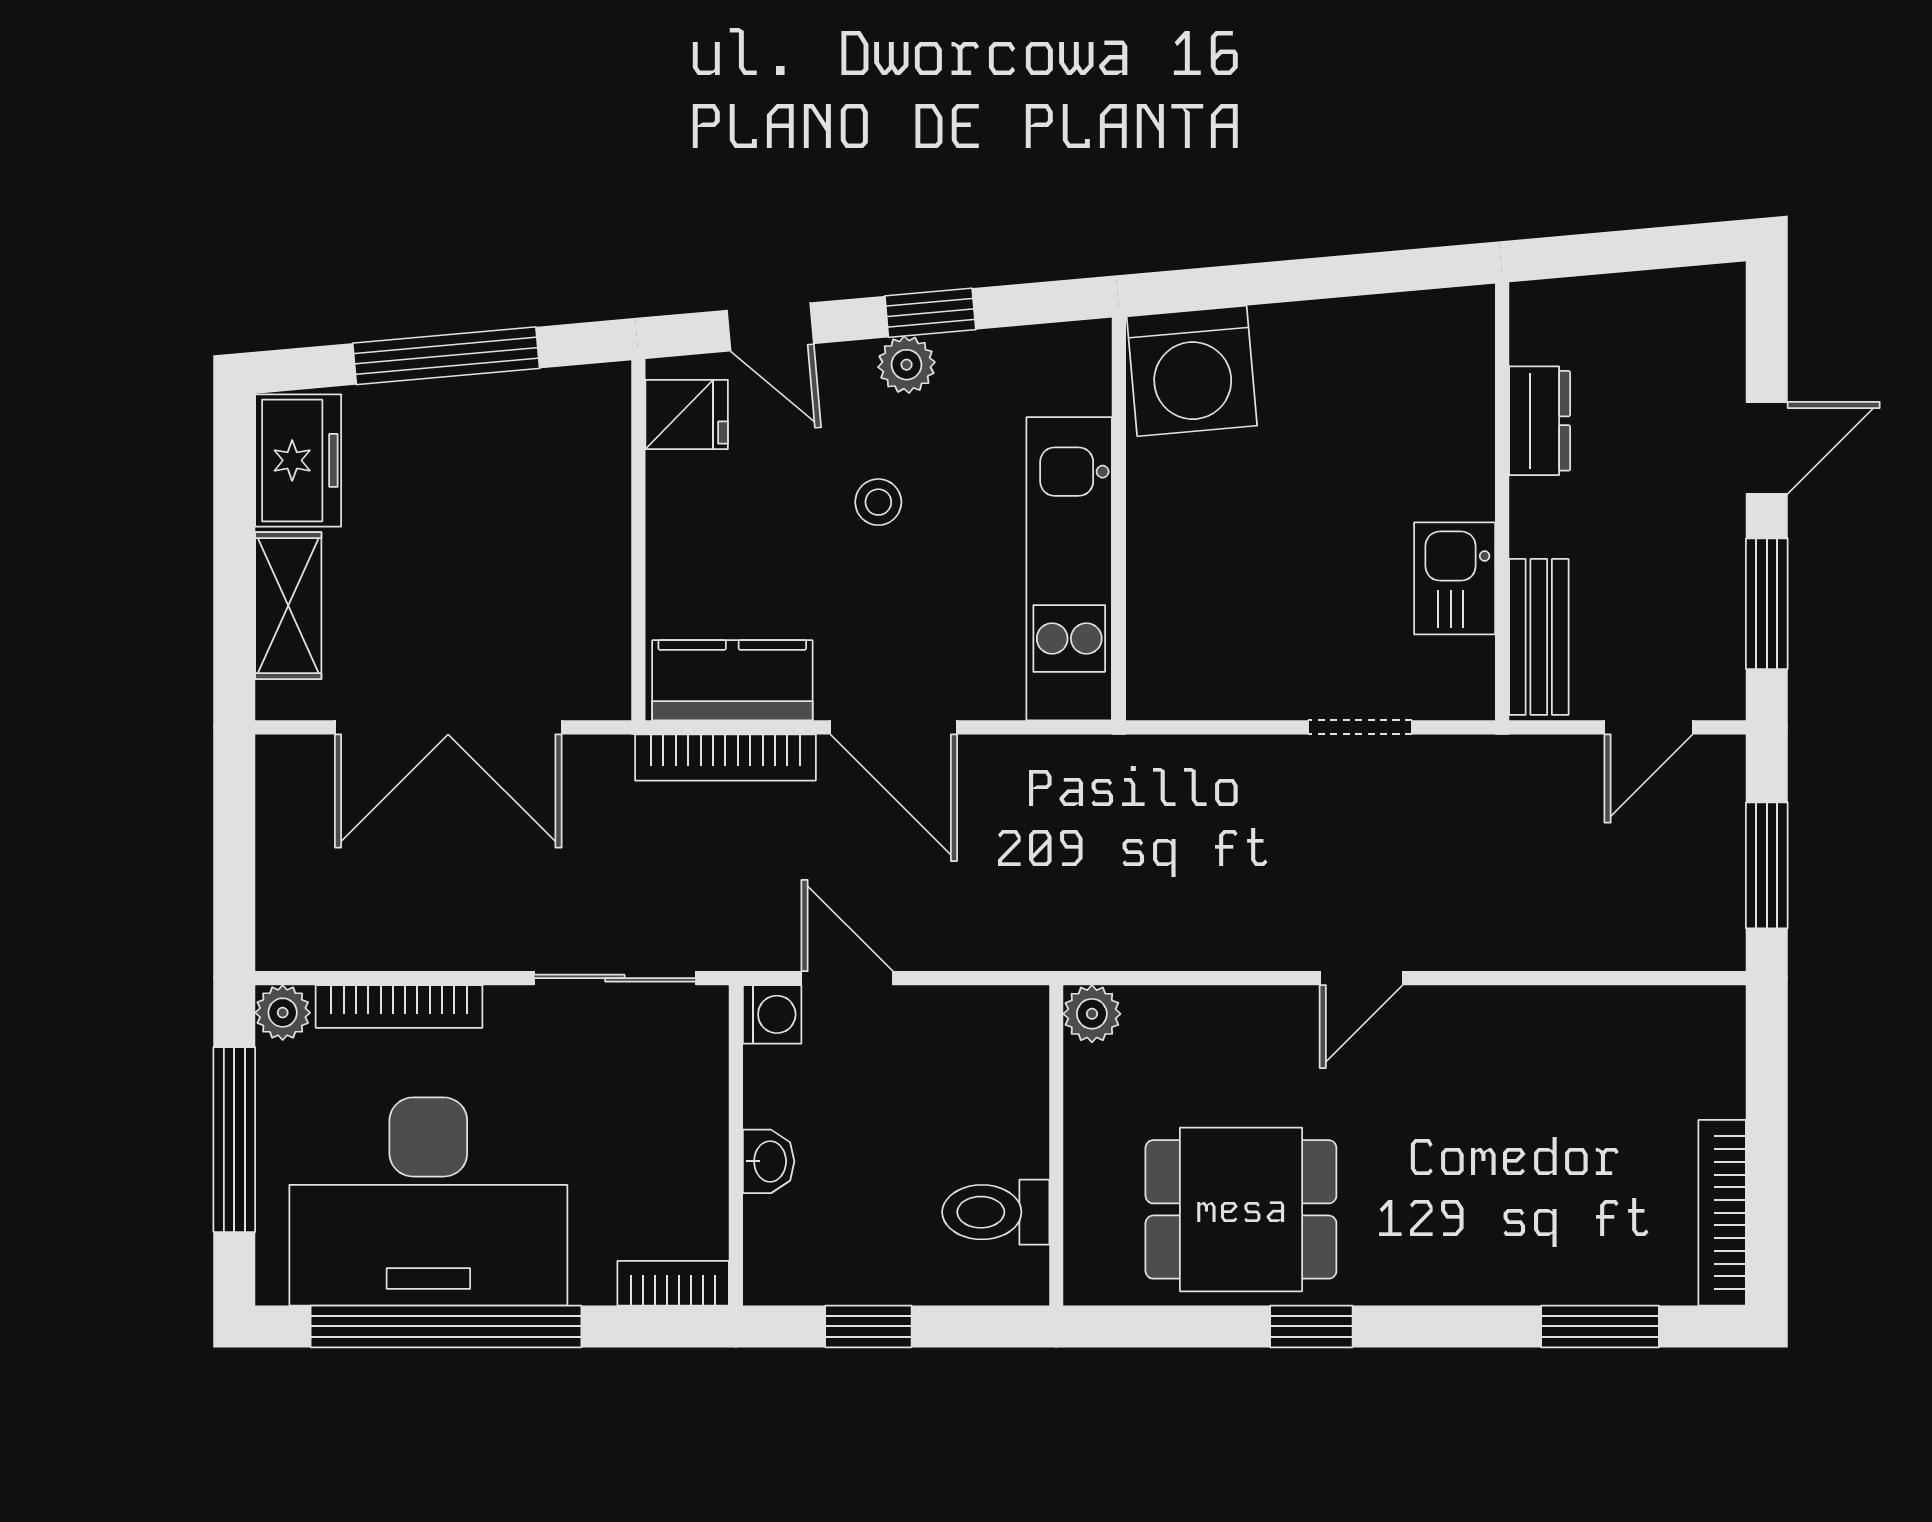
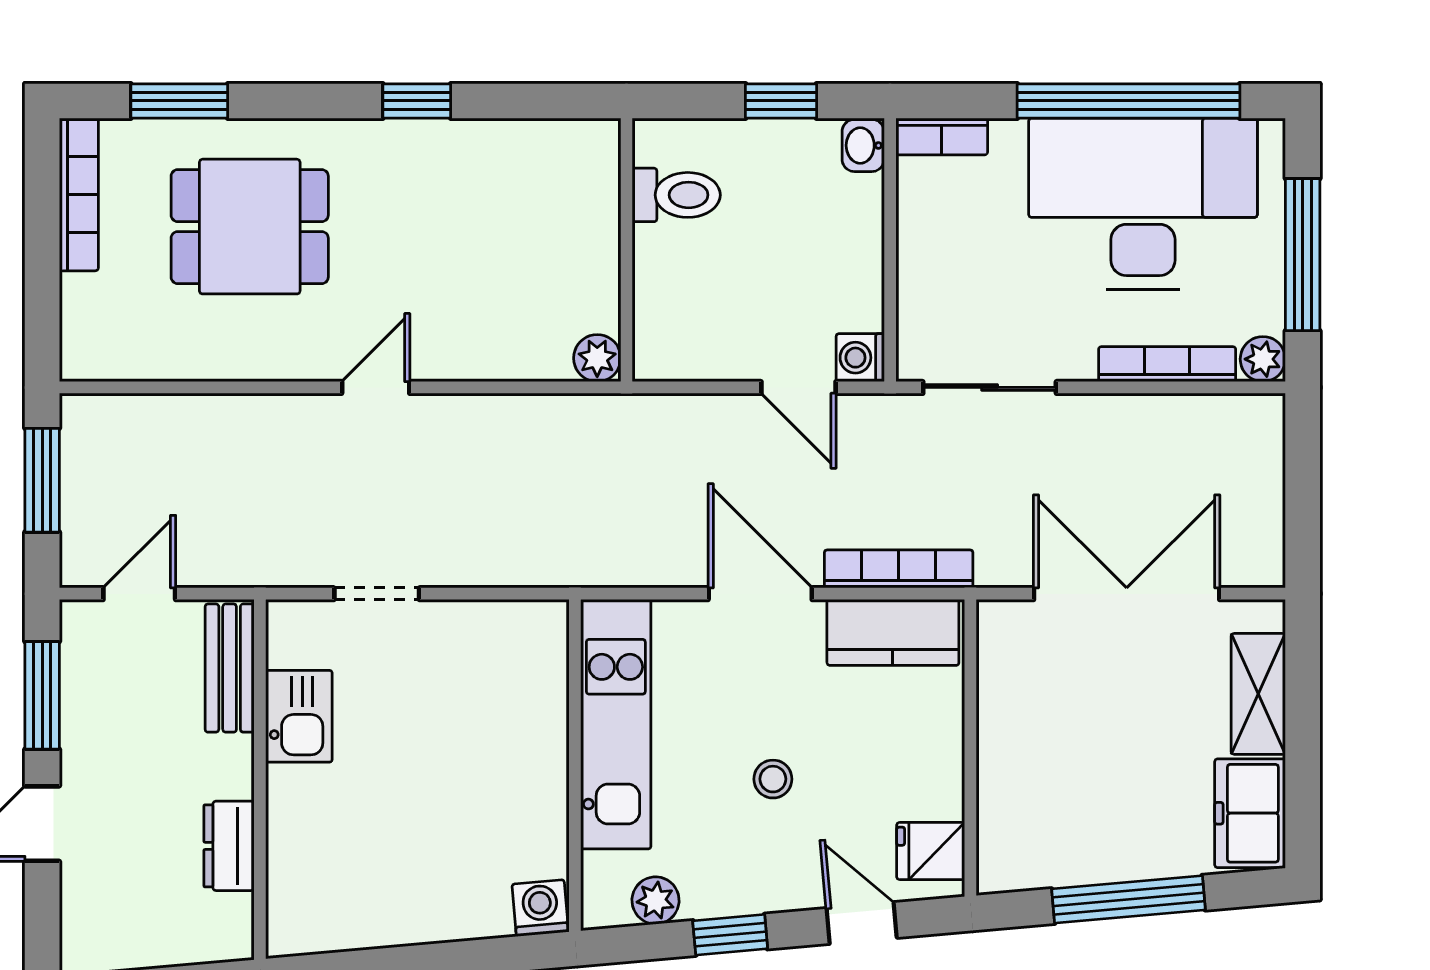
plant: (907, 365) -> (656, 900), moved
washing machine: (1192, 371) -> (540, 908), width x0.53, depth x0.53
washbasin: (769, 1161) -> (863, 145), moved
dining table: (1241, 1209) -> (250, 227), moved

